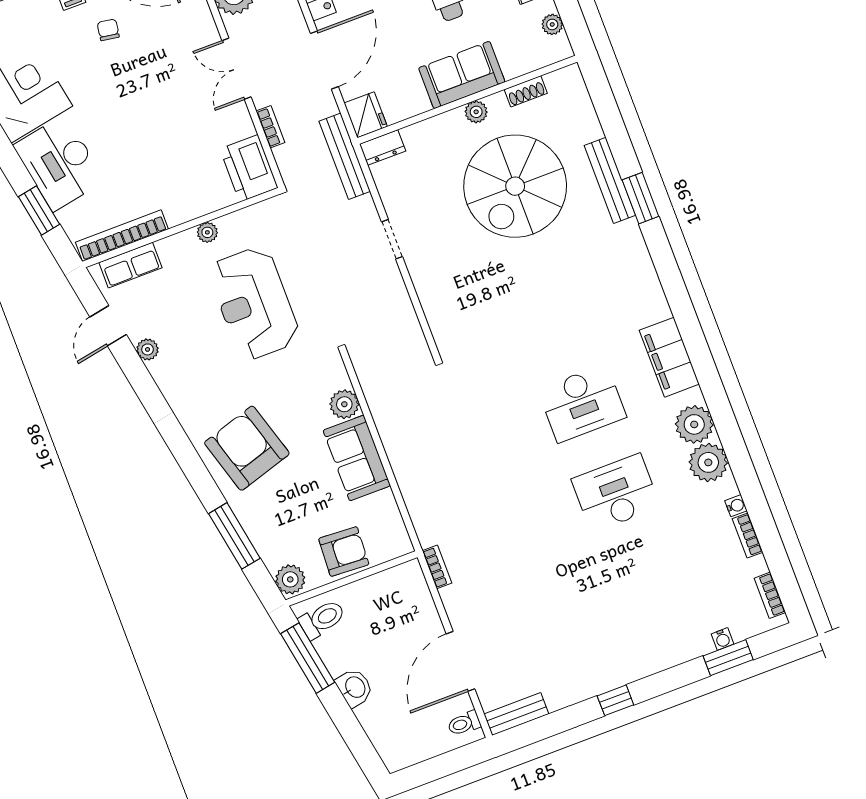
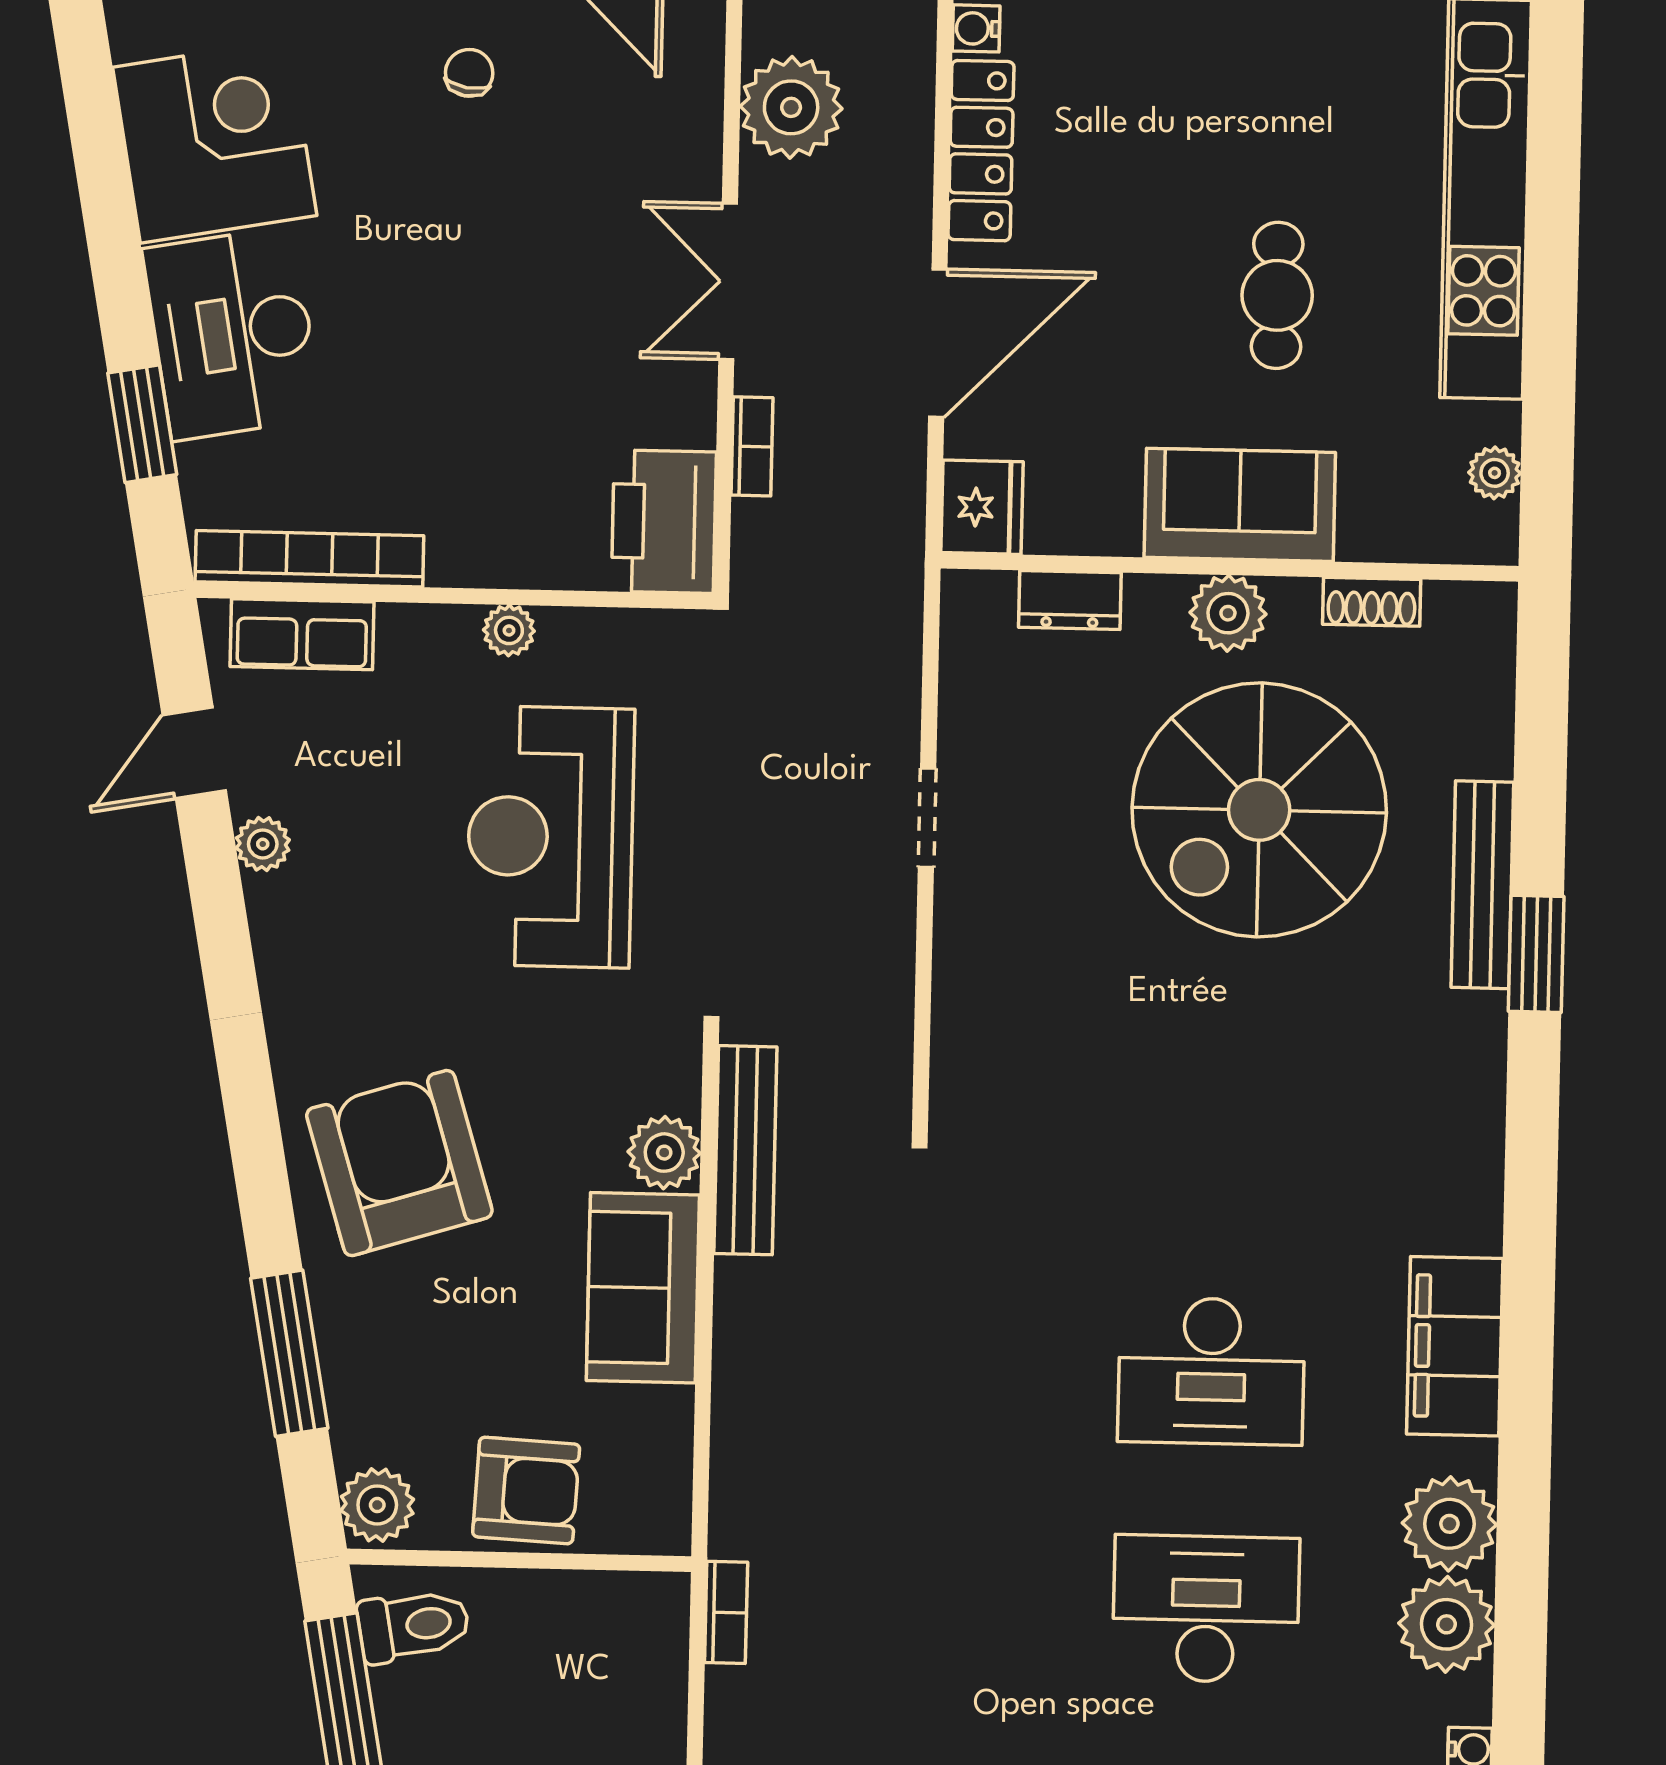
plant: (476, 112) -> (1228, 613), width x1.38, depth x1.38
dresser: (383, 147) -> (1070, 600), moved
bench: (345, 156) -> (745, 1150), moved

